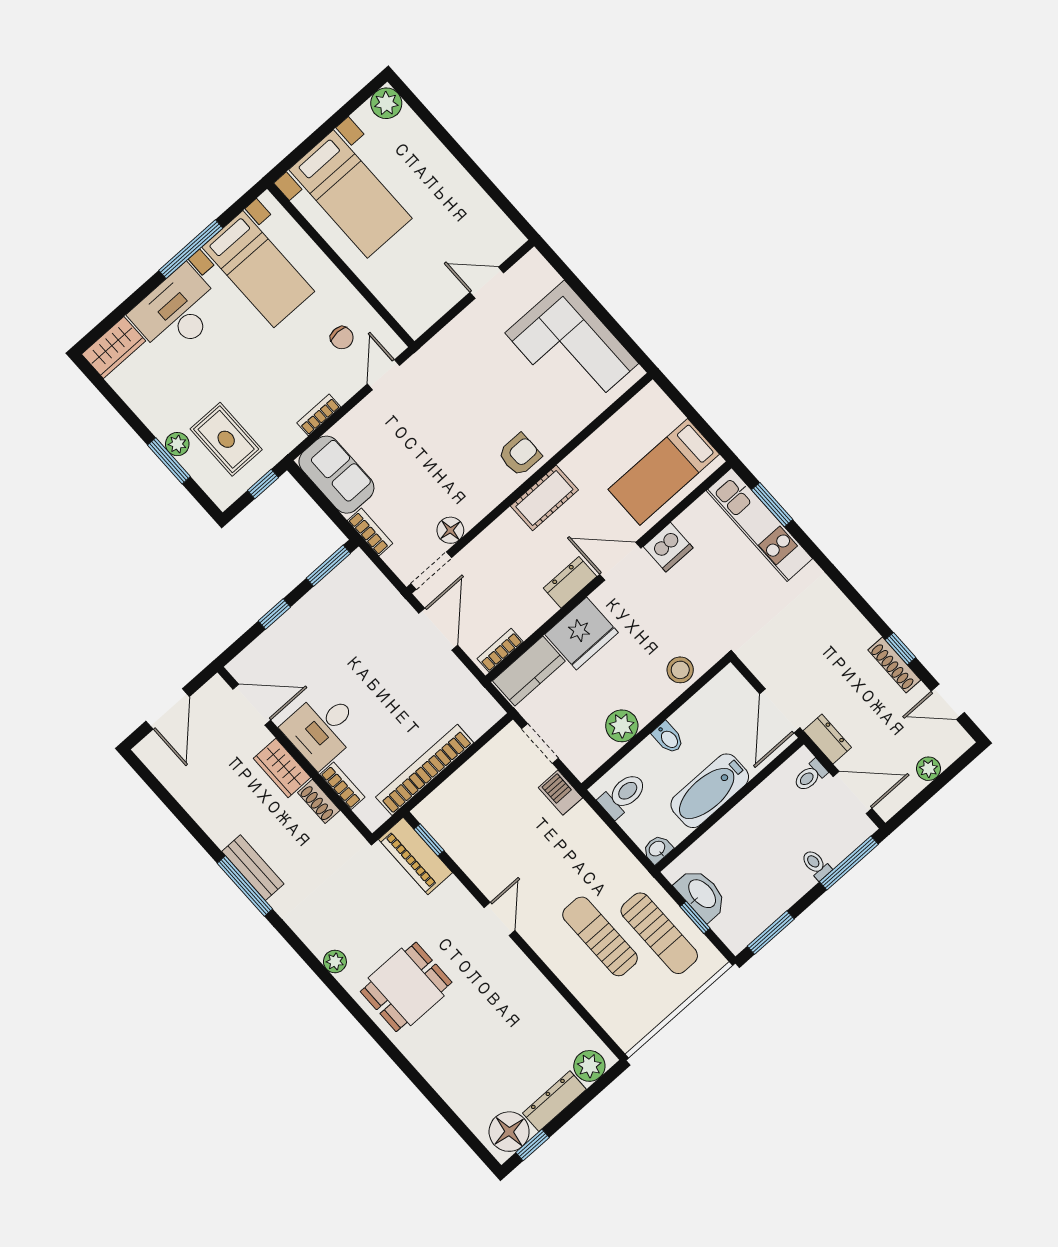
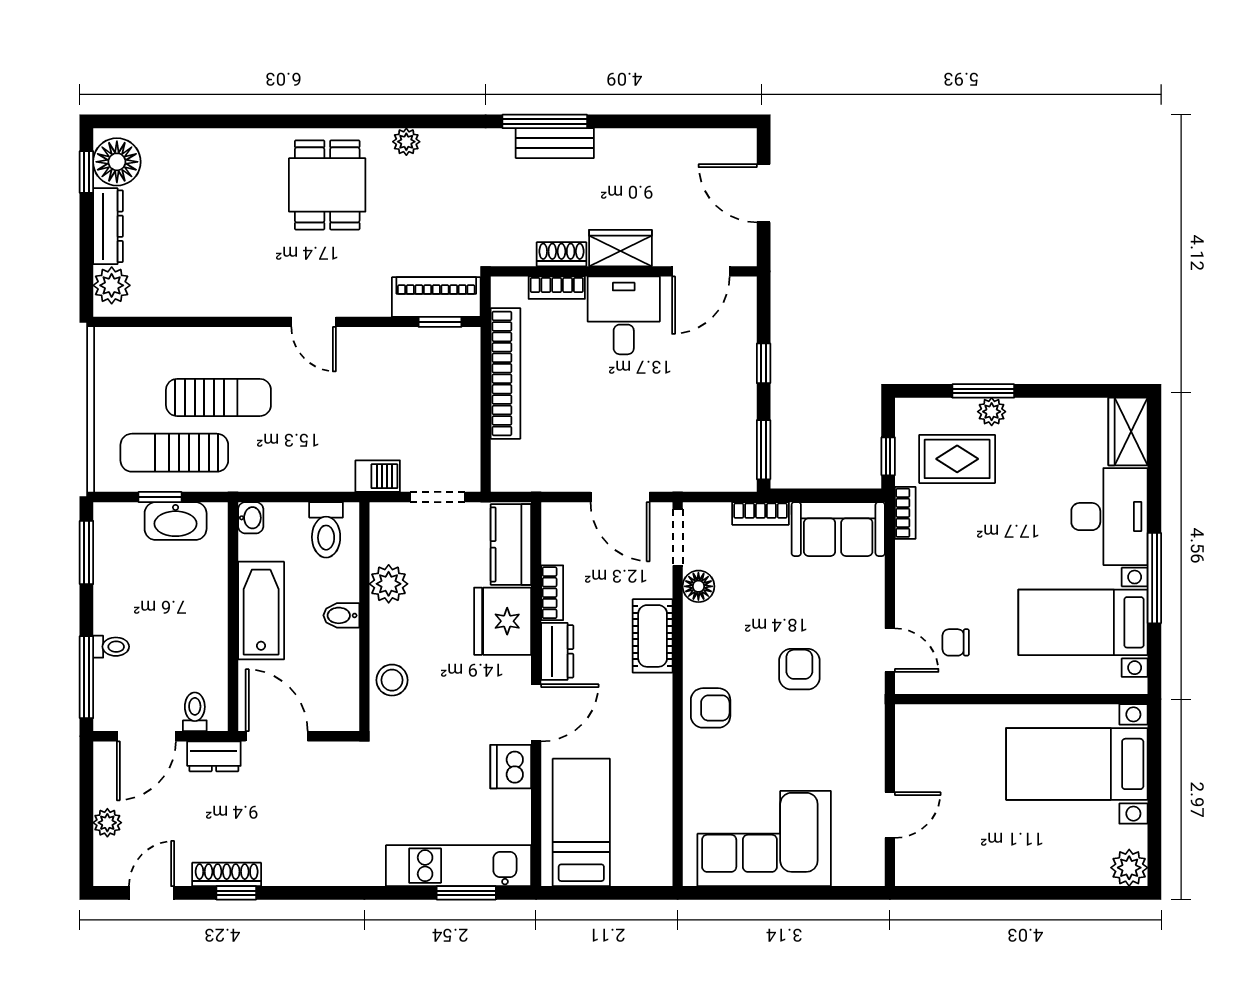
bookcase: (319, 415) -> (905, 513), moved
armchair: (446, 421) -> (799, 669), added
armchair: (520, 455) -> (711, 708), turned -90
cot: (544, 498) -> (653, 636), moved
bookcase: (500, 650) -> (552, 593), moved

